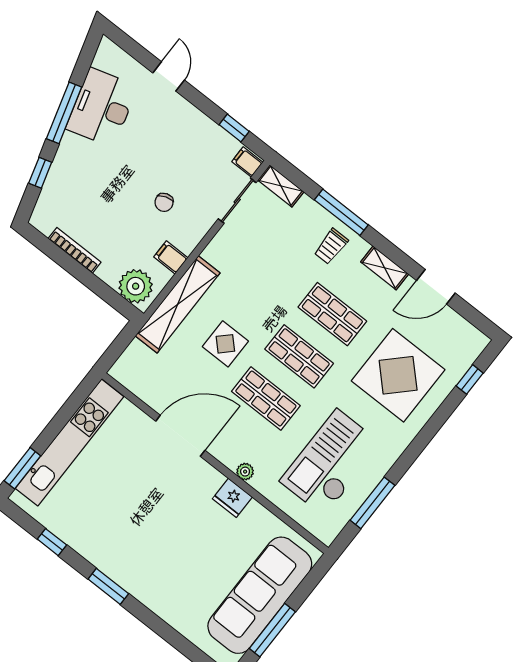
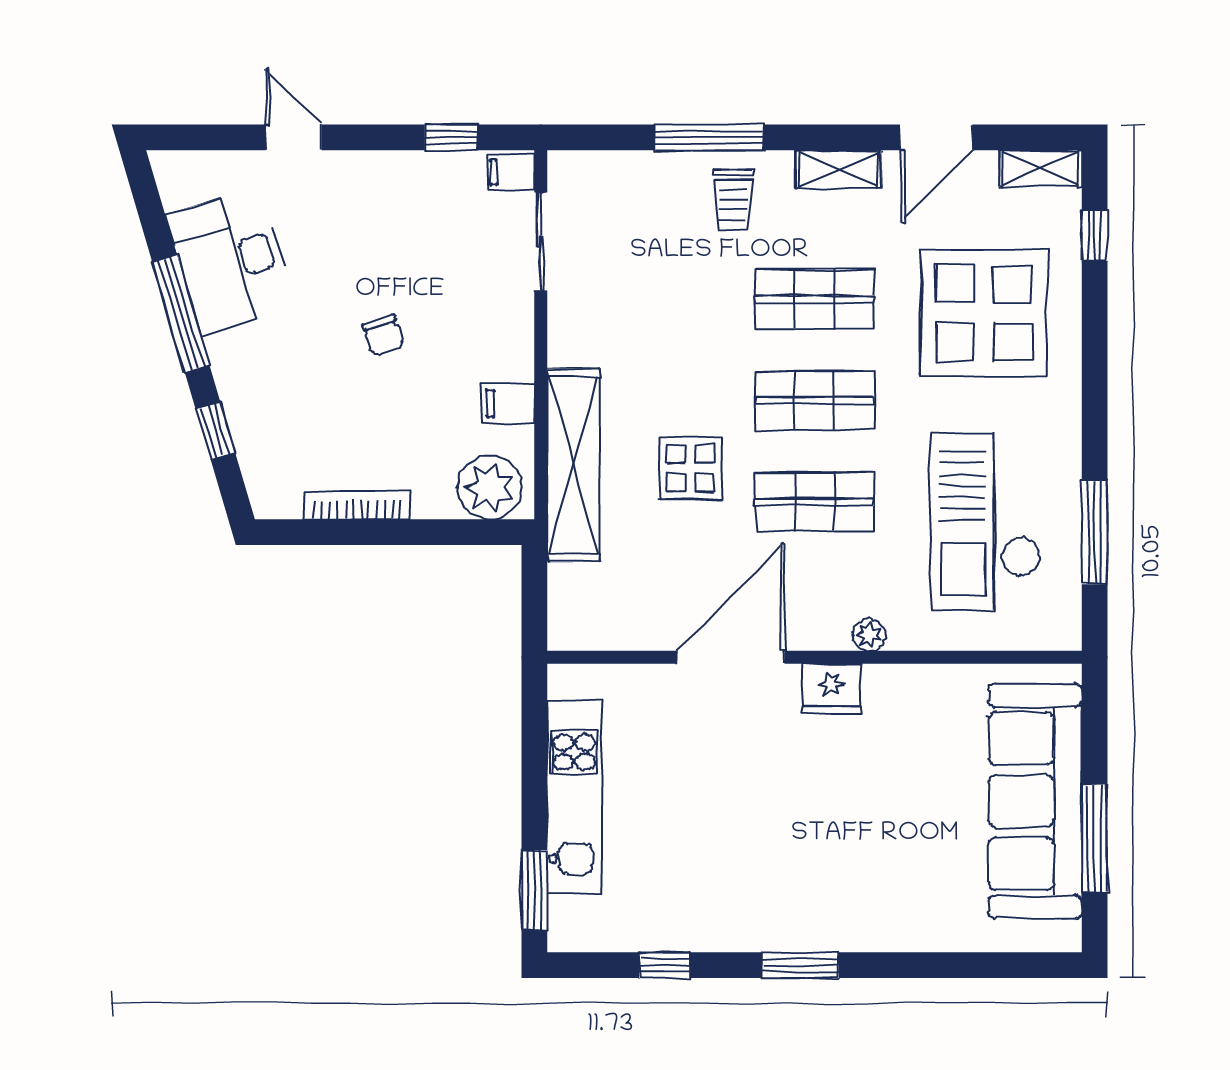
shelving: (281, 186) -> (1041, 169), moved
chair: (164, 202) -> (383, 335), moved
kitchen unit: (70, 442) -> (574, 797), width x0.73
fridge: (232, 498) -> (832, 689), moved

